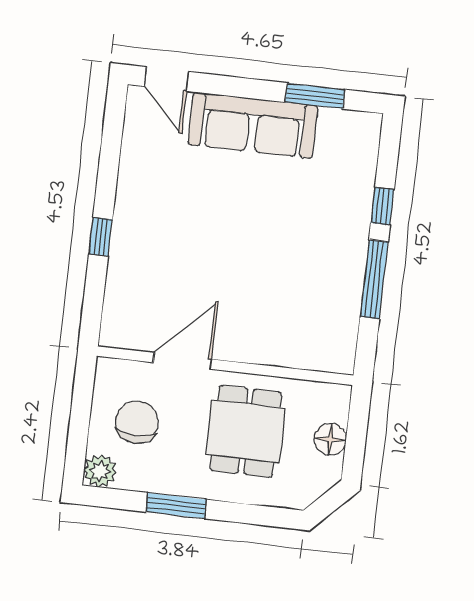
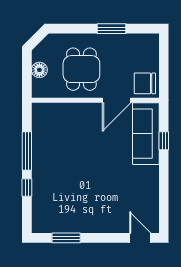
sofa: (253, 125) -> (146, 134), moved, turned -90
window: (101, 237) -> (164, 141), moved
chair: (137, 422) -> (145, 83), moved, turned 90
plant: (100, 471) -> (151, 41), removed

